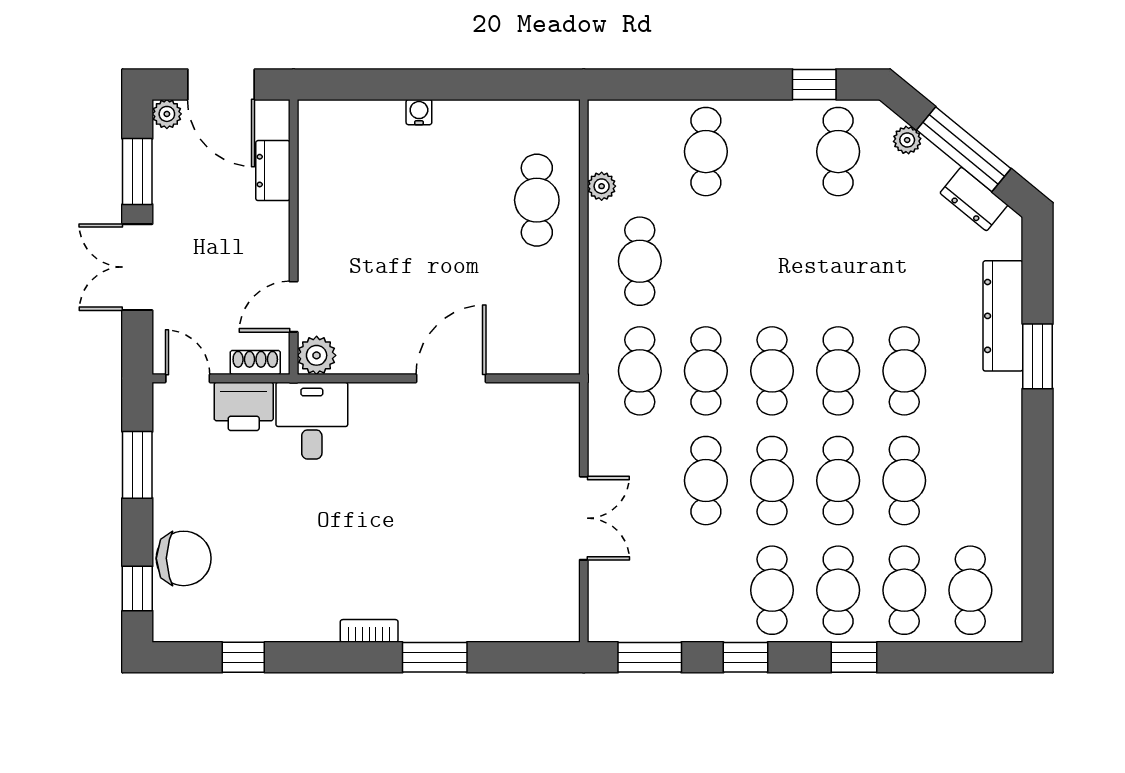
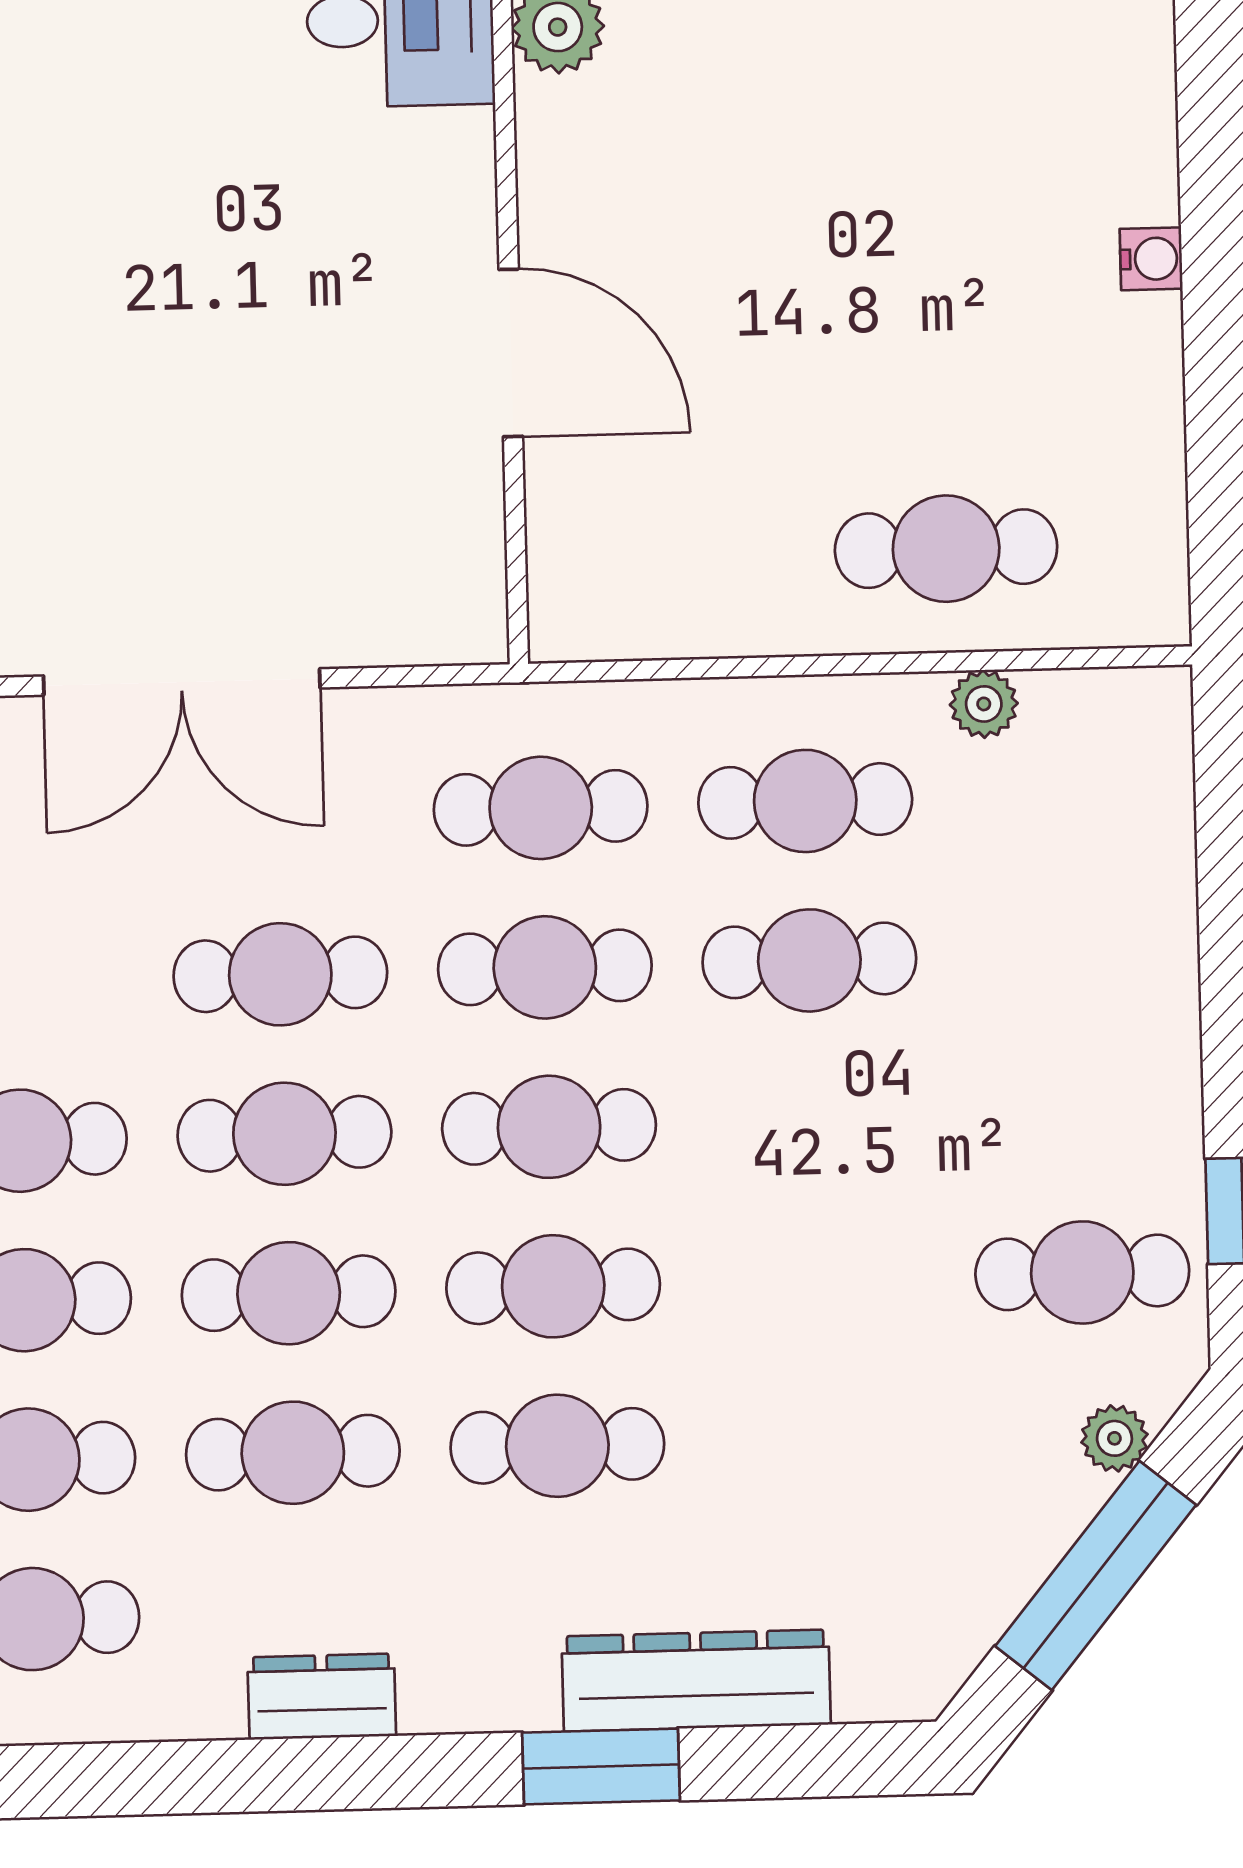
cafe table: (706, 152) -> (809, 960), moved
dresser: (974, 199) -> (322, 1697), moved, turned 51
double door: (584, 518) -> (182, 682), width x1.37

